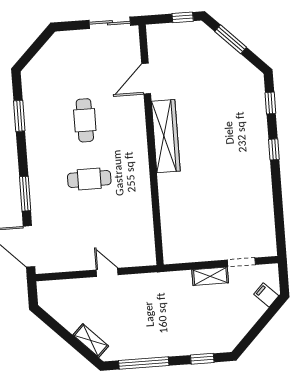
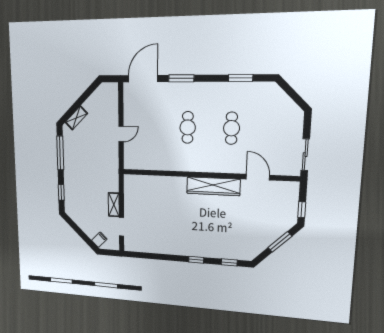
cafe table: (85, 120) -> (232, 128), turned 90

